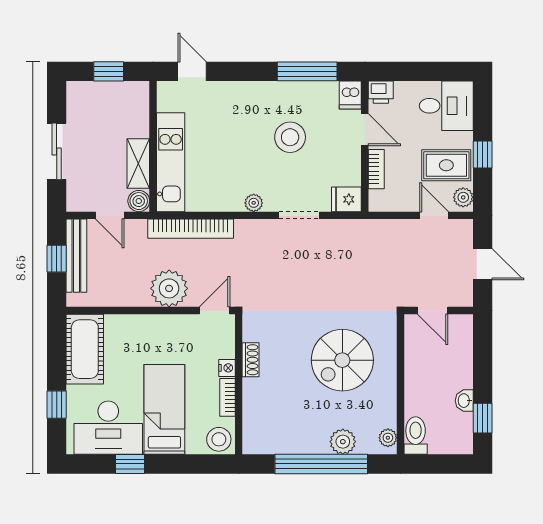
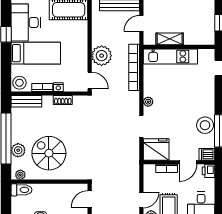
stool: (290, 137) -> (205, 125), moved
fridge: (346, 199) -> (156, 149), width x1.88, depth x1.34
boiler: (139, 201) -> (149, 39), removed
spiral stairs: (342, 360) -> (49, 153), moved
bench: (253, 427) -> (26, 101), added

